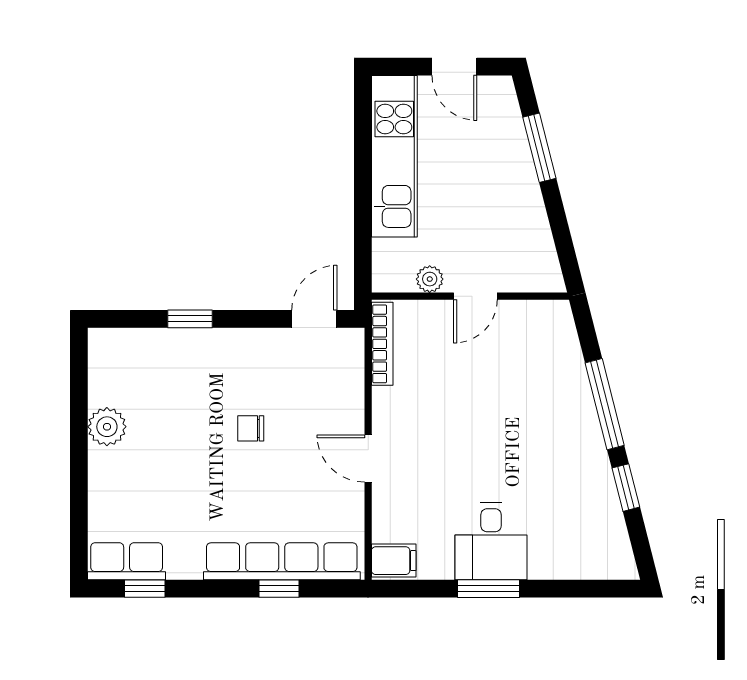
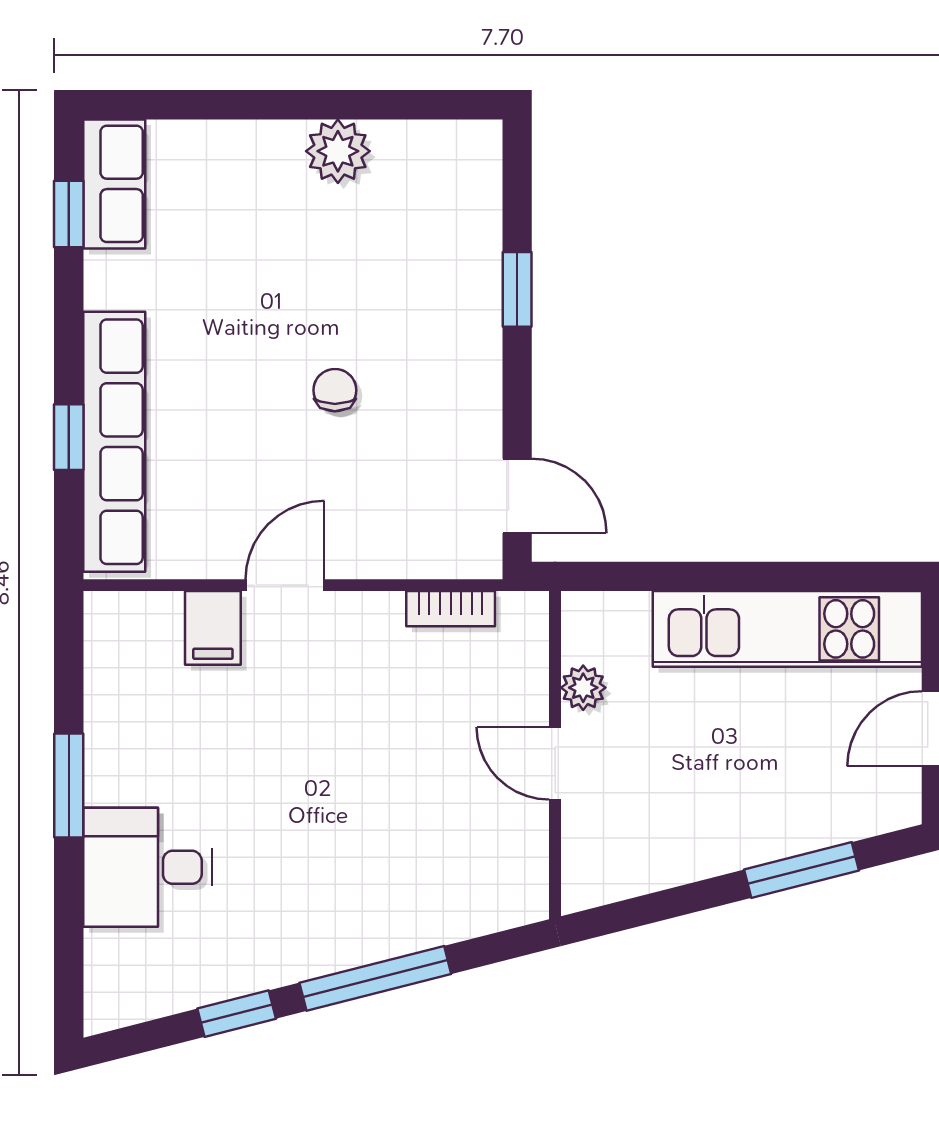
bookcase: (382, 344) -> (451, 609), width x0.64
desk: (491, 541) -> (148, 867), moved
filing cabinet: (394, 561) -> (213, 628), moved

